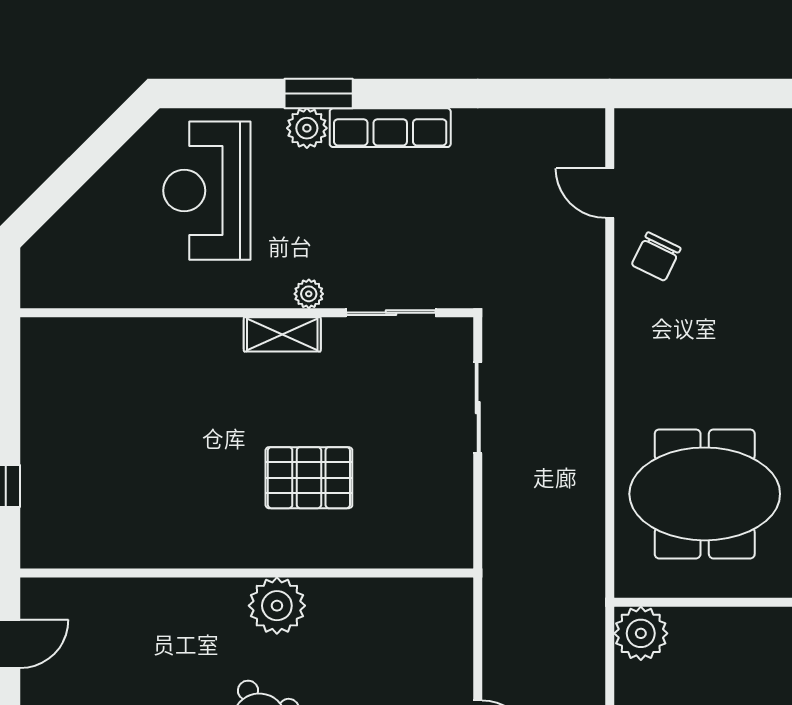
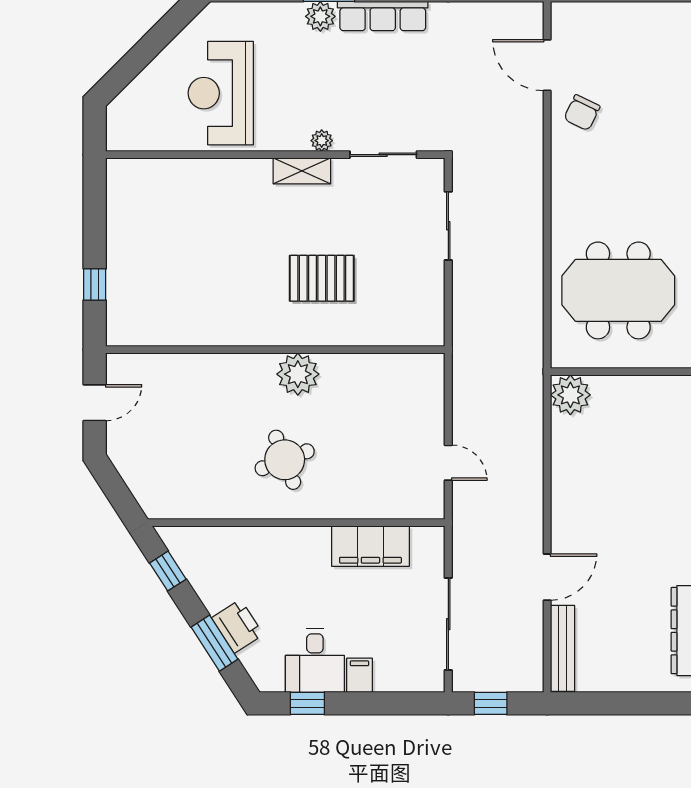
reception desk: (207, 191) -> (221, 93), moved
door: (610, 193) -> (547, 65), width x1.38

